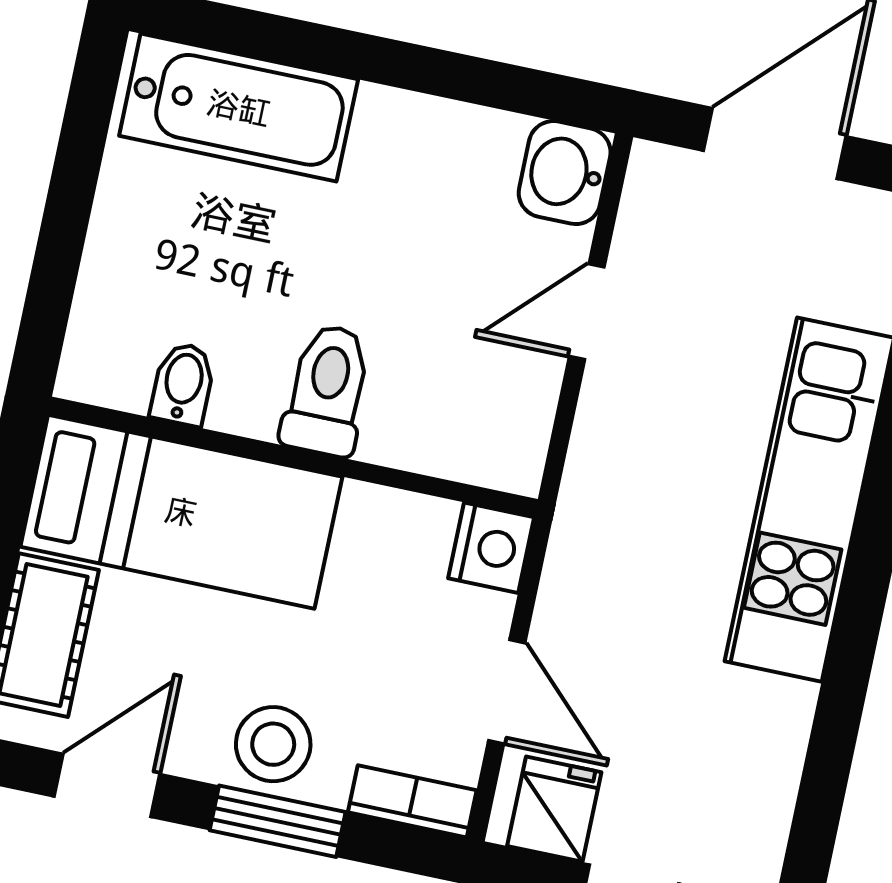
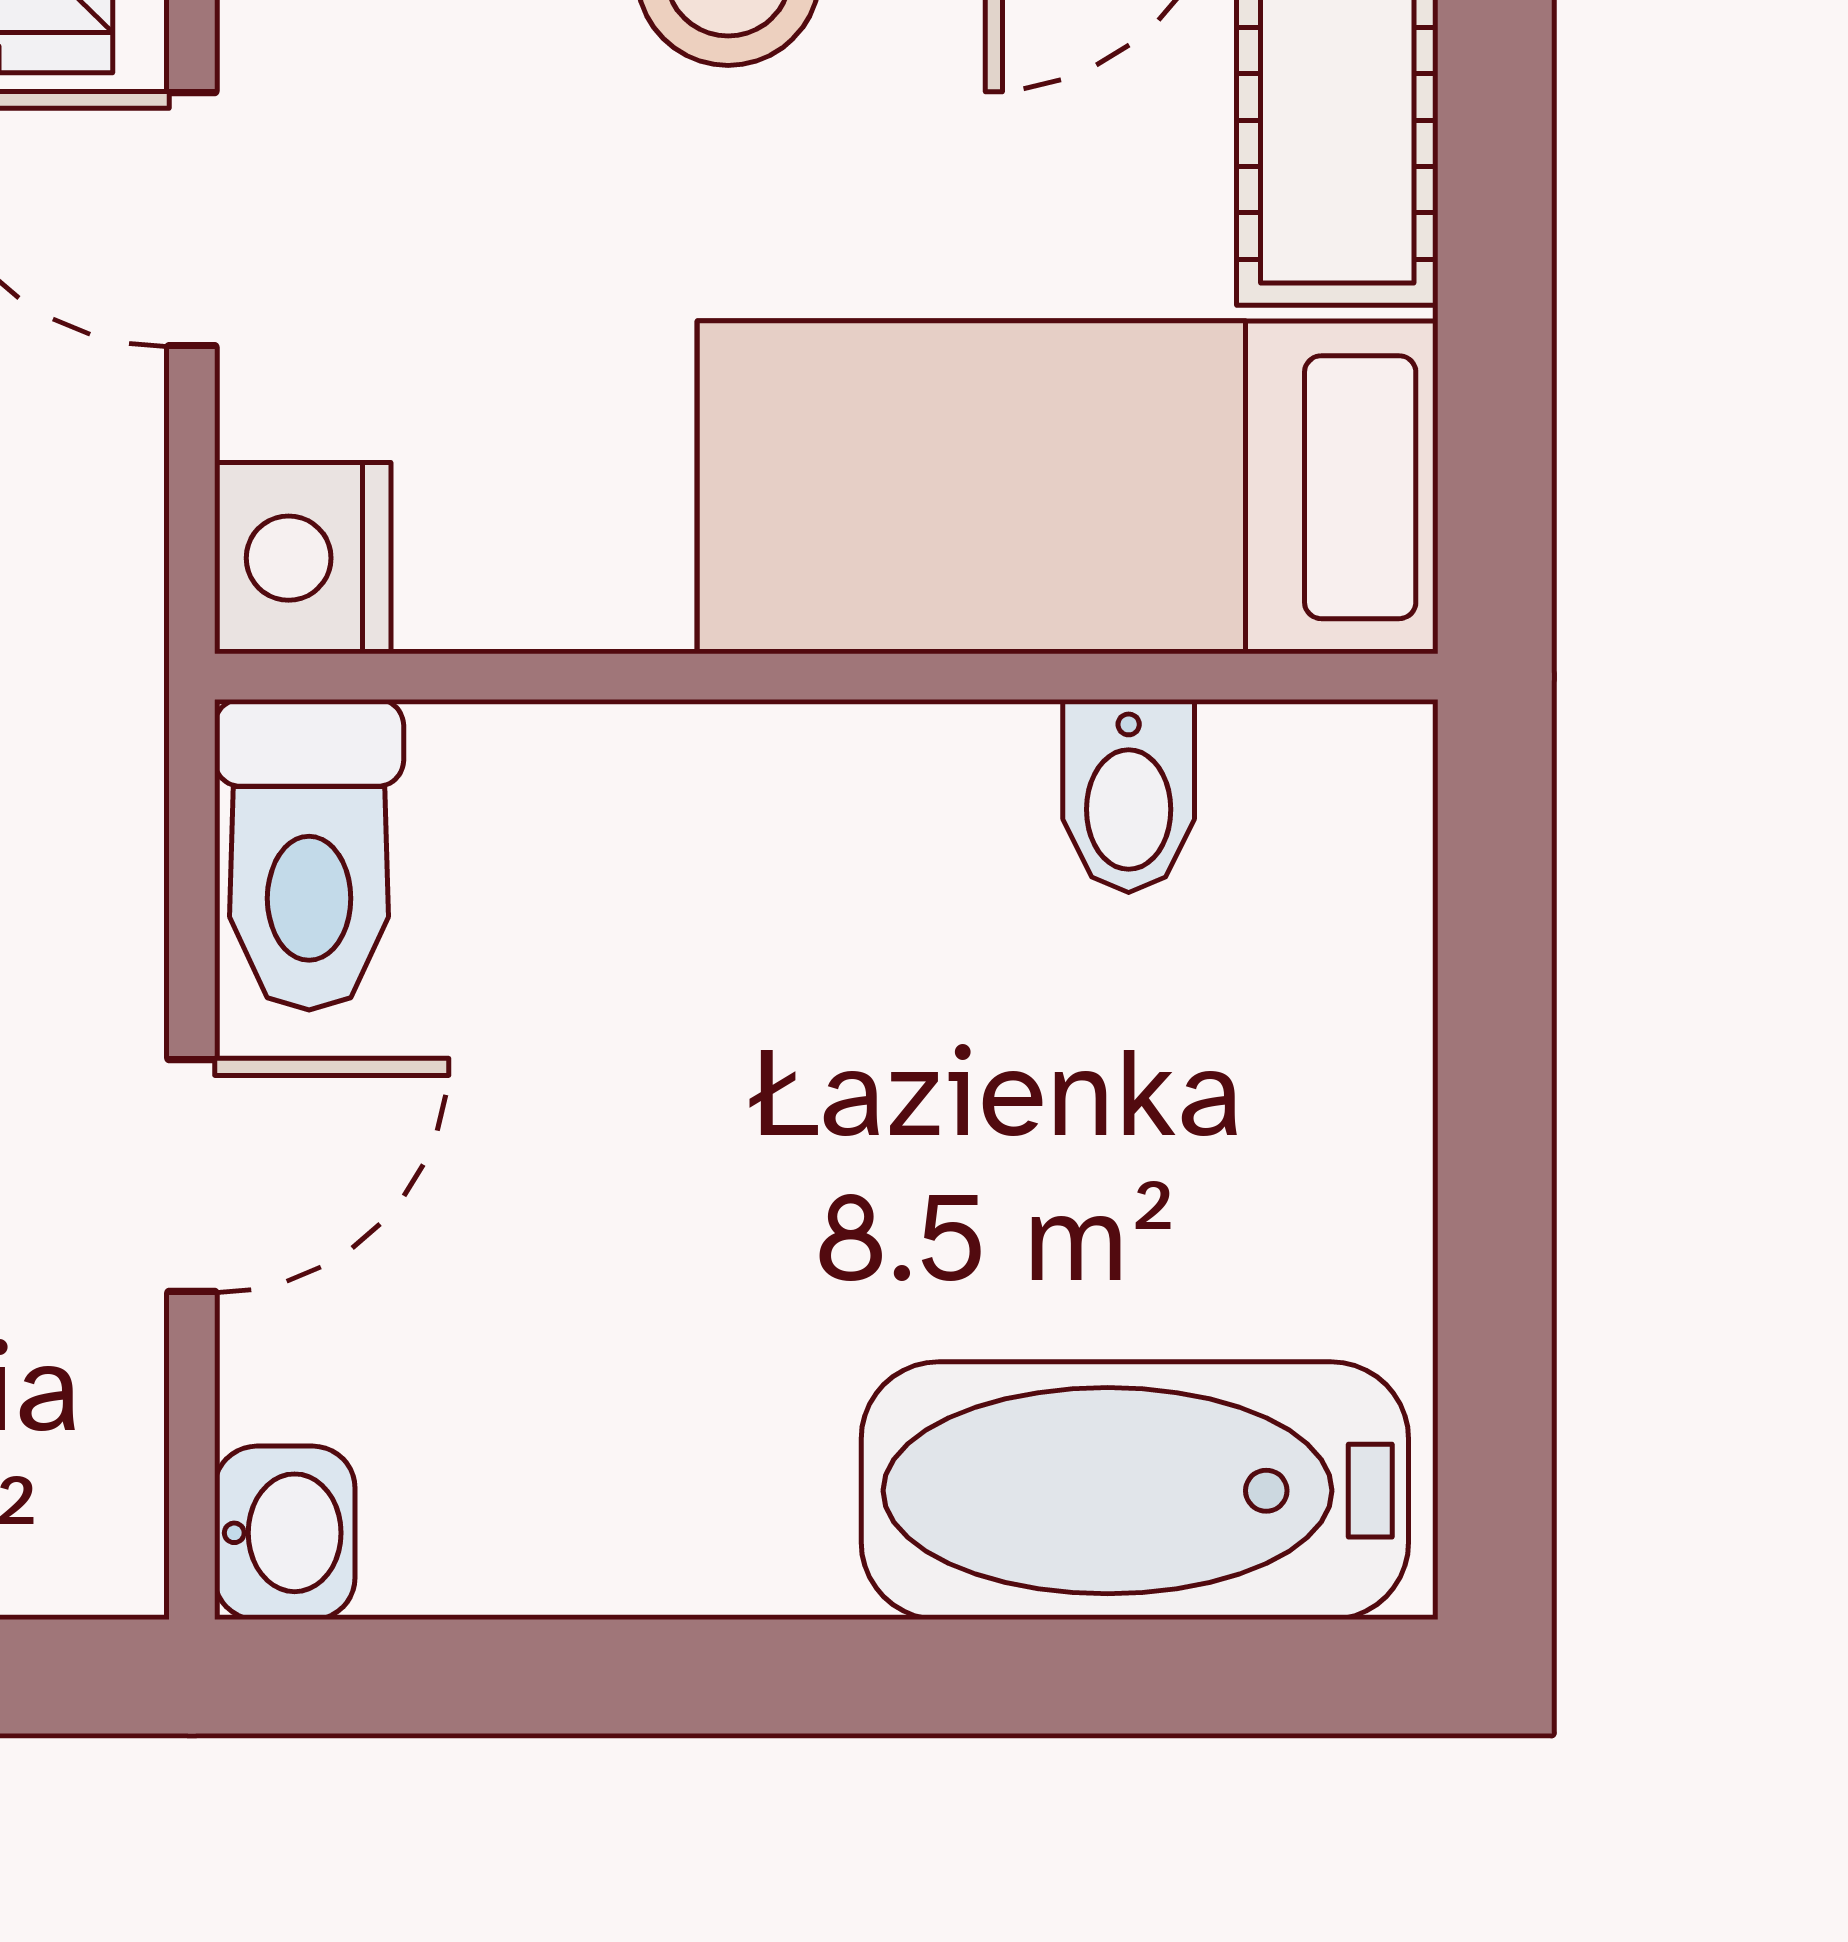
washbasin: (565, 173) -> (285, 1533), width x0.72, depth x0.69
toilet: (327, 390) -> (309, 855), moved

